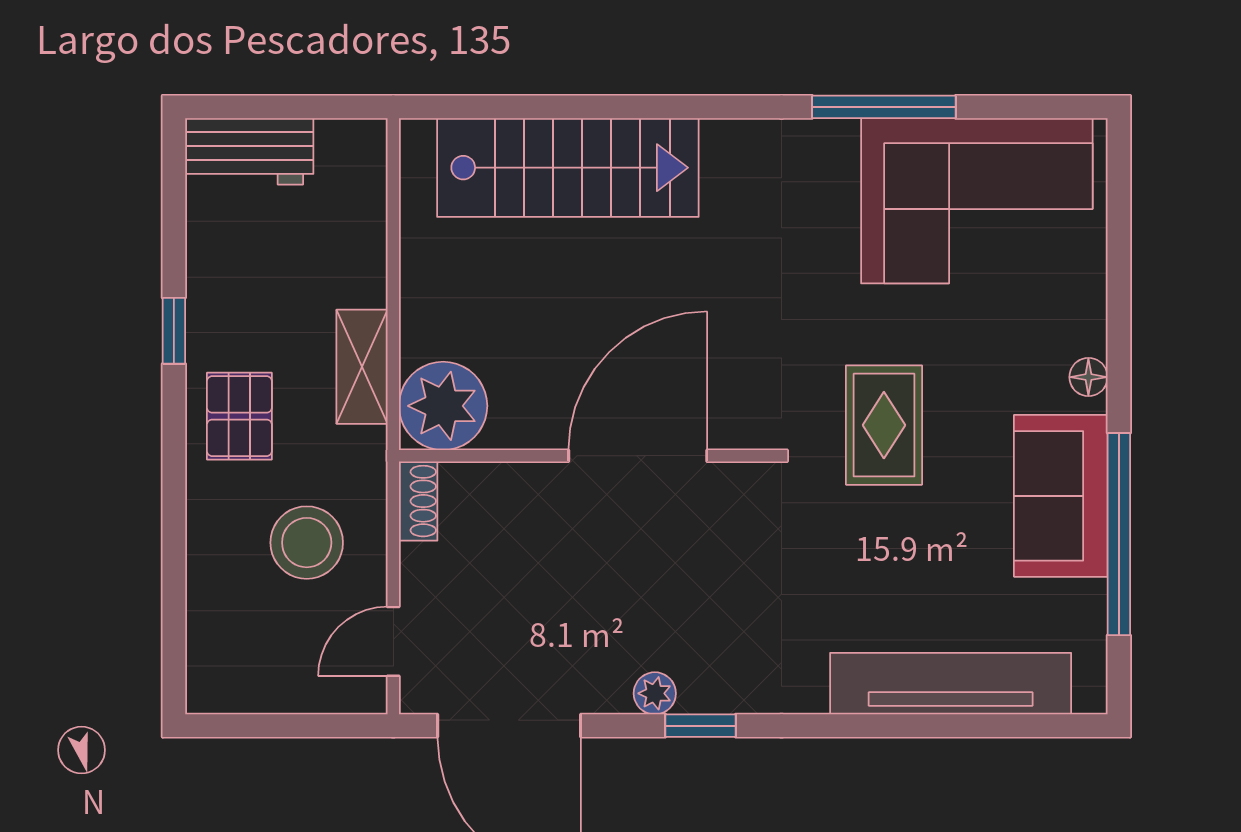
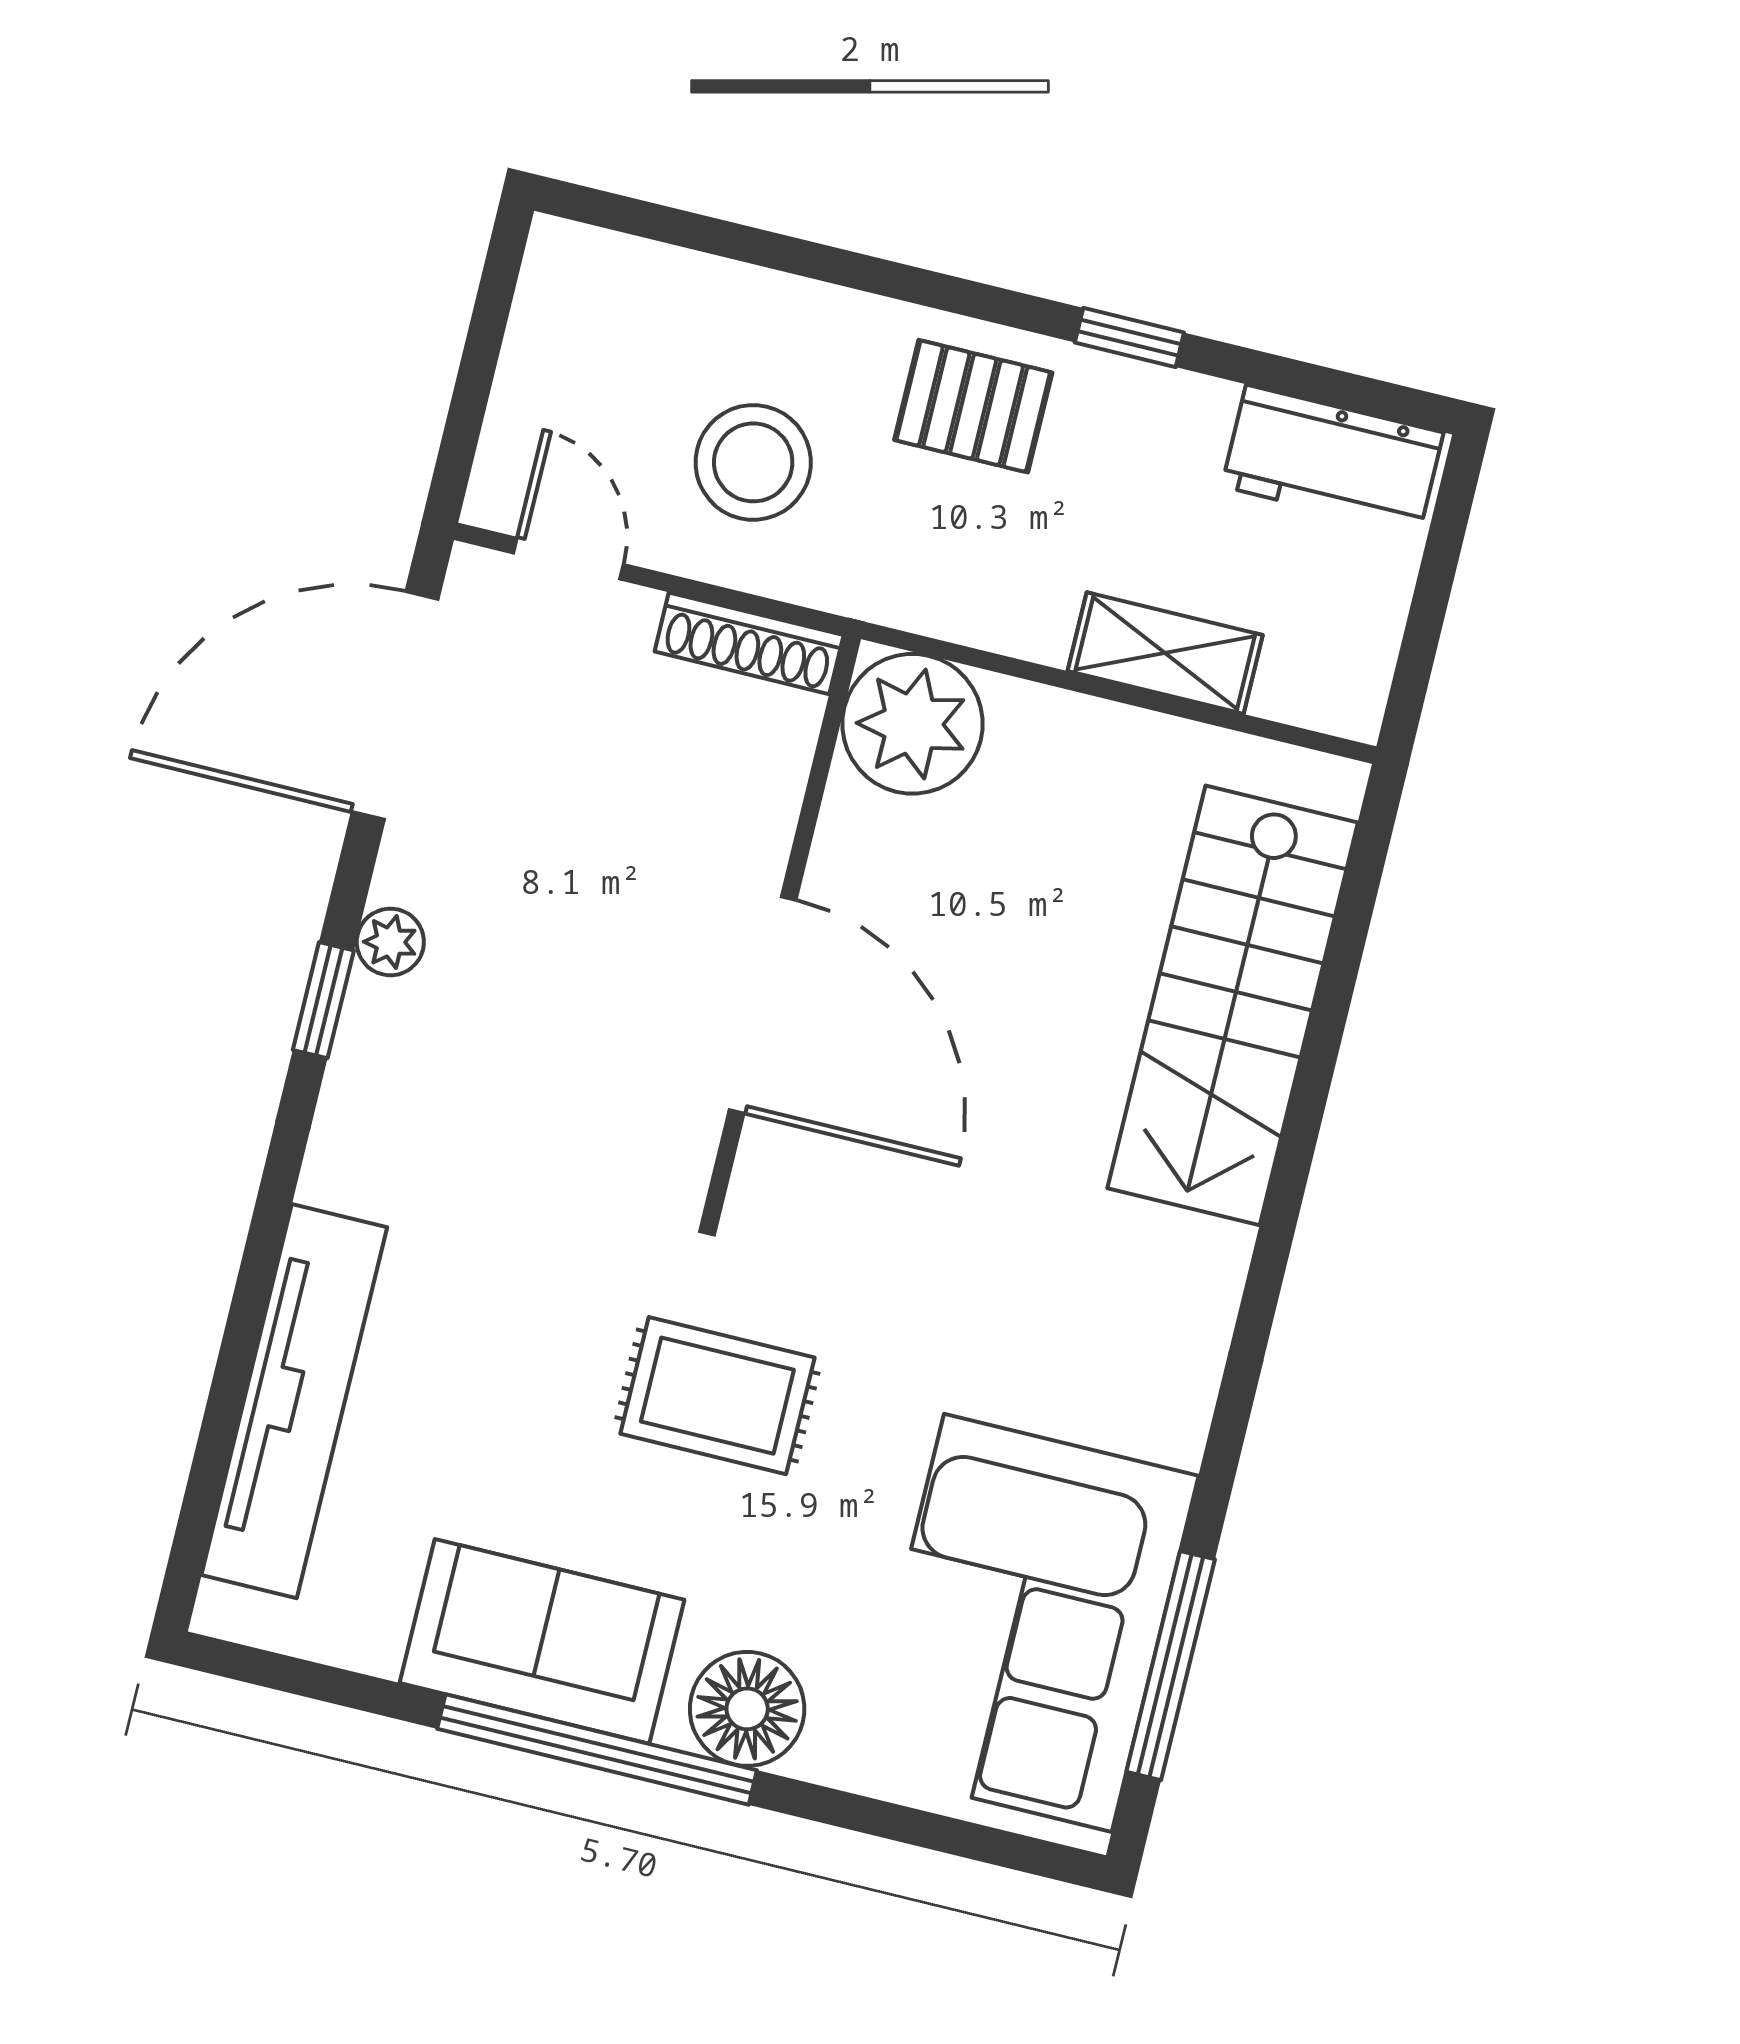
window: (884, 107) -> (1171, 1666), moved
workbench: (249, 151) -> (1333, 459), moved, turned -90
shelving: (362, 367) -> (1165, 653), moved
floor lamp: (1088, 377) -> (747, 1709), width x1.89, depth x1.89
shoe rack: (418, 501) -> (749, 643), width x1.43
window: (1119, 534) -> (597, 1749), moved

